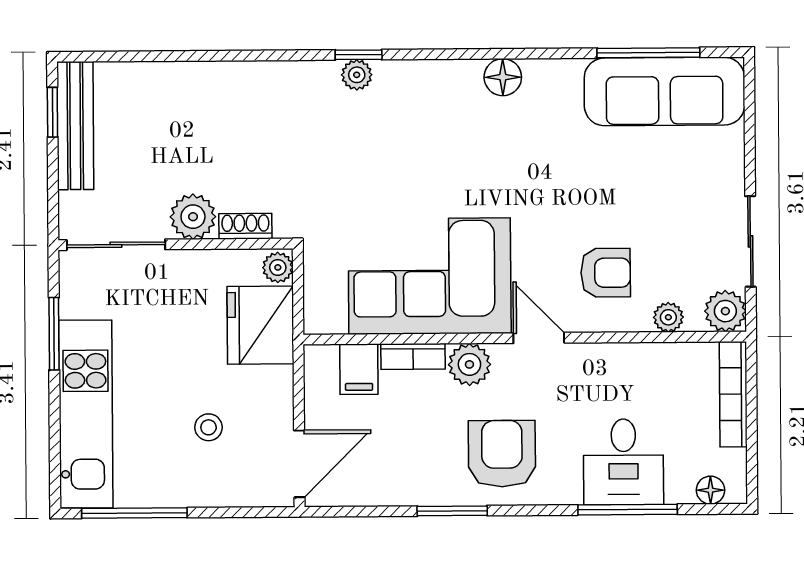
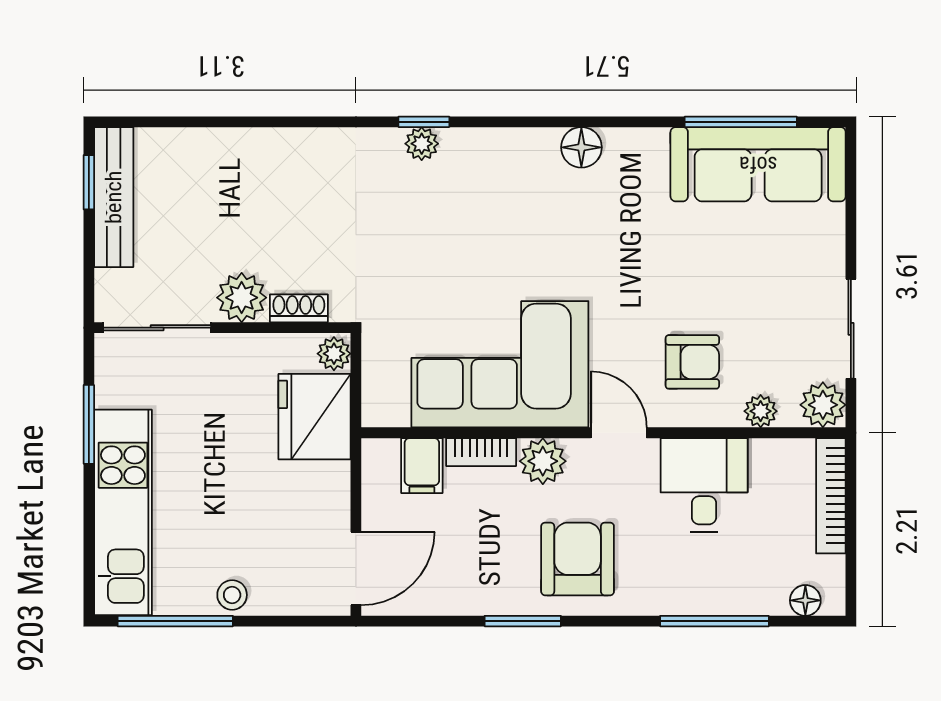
stool: (209, 427) -> (232, 595), moved
desk: (623, 462) -> (704, 485), moved, turned 180

